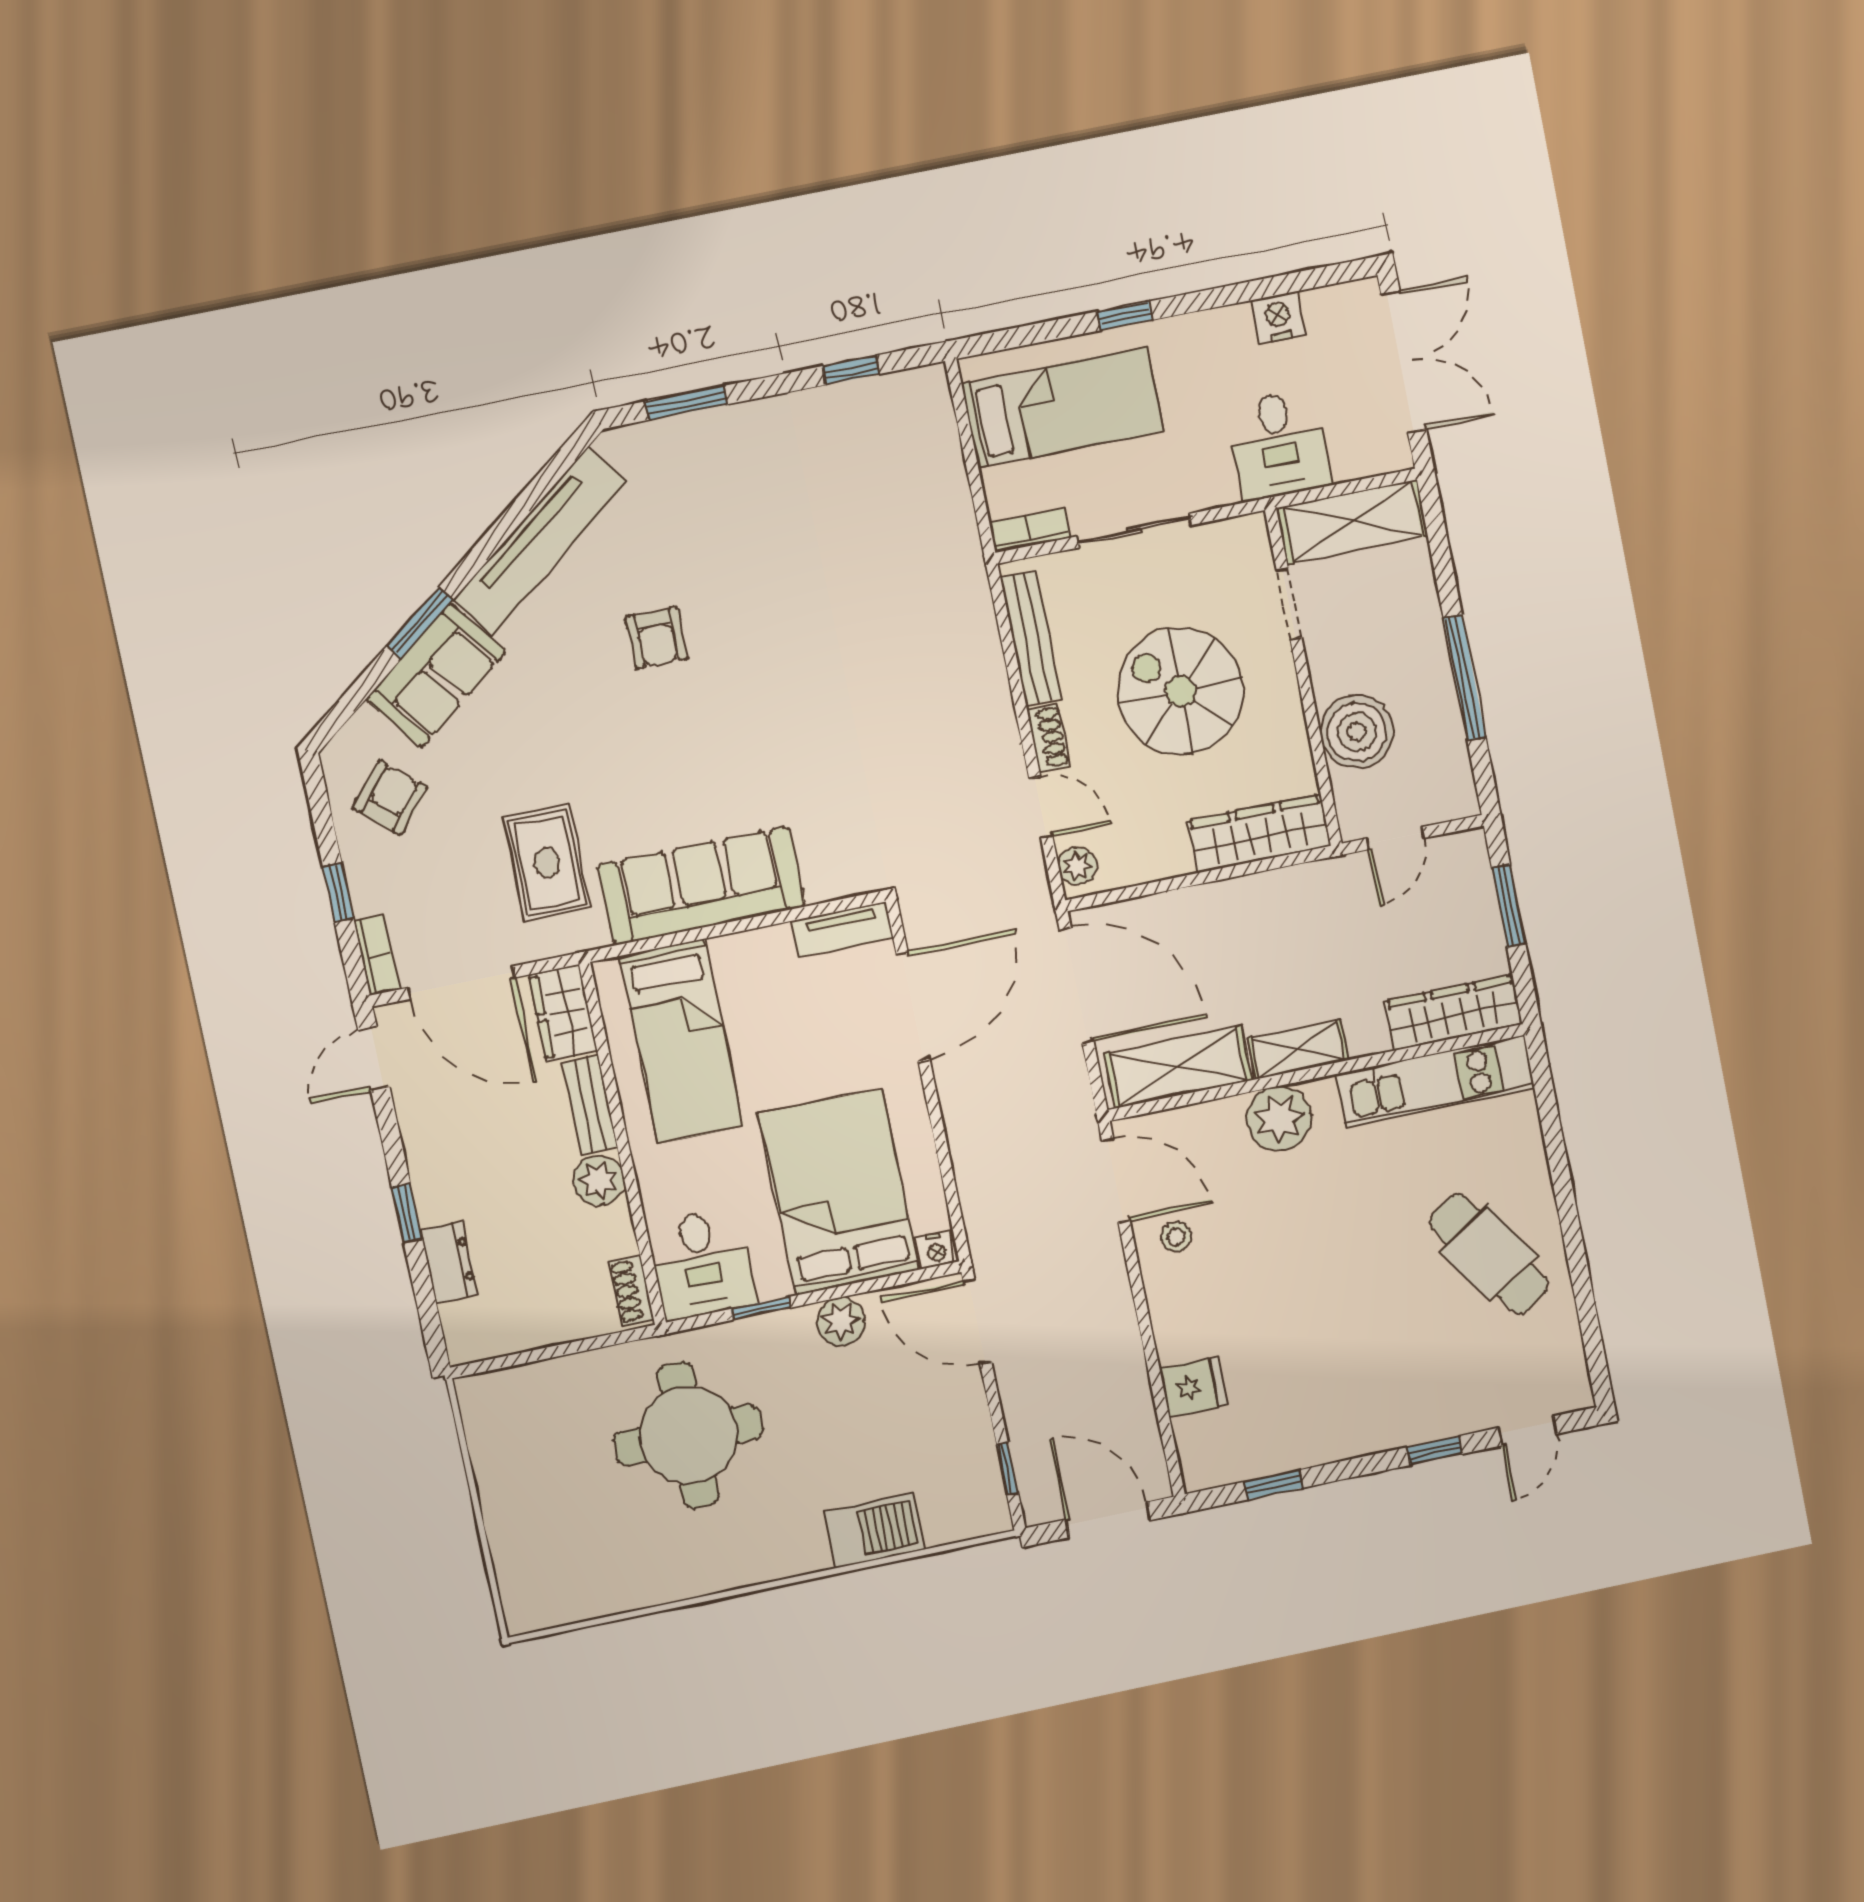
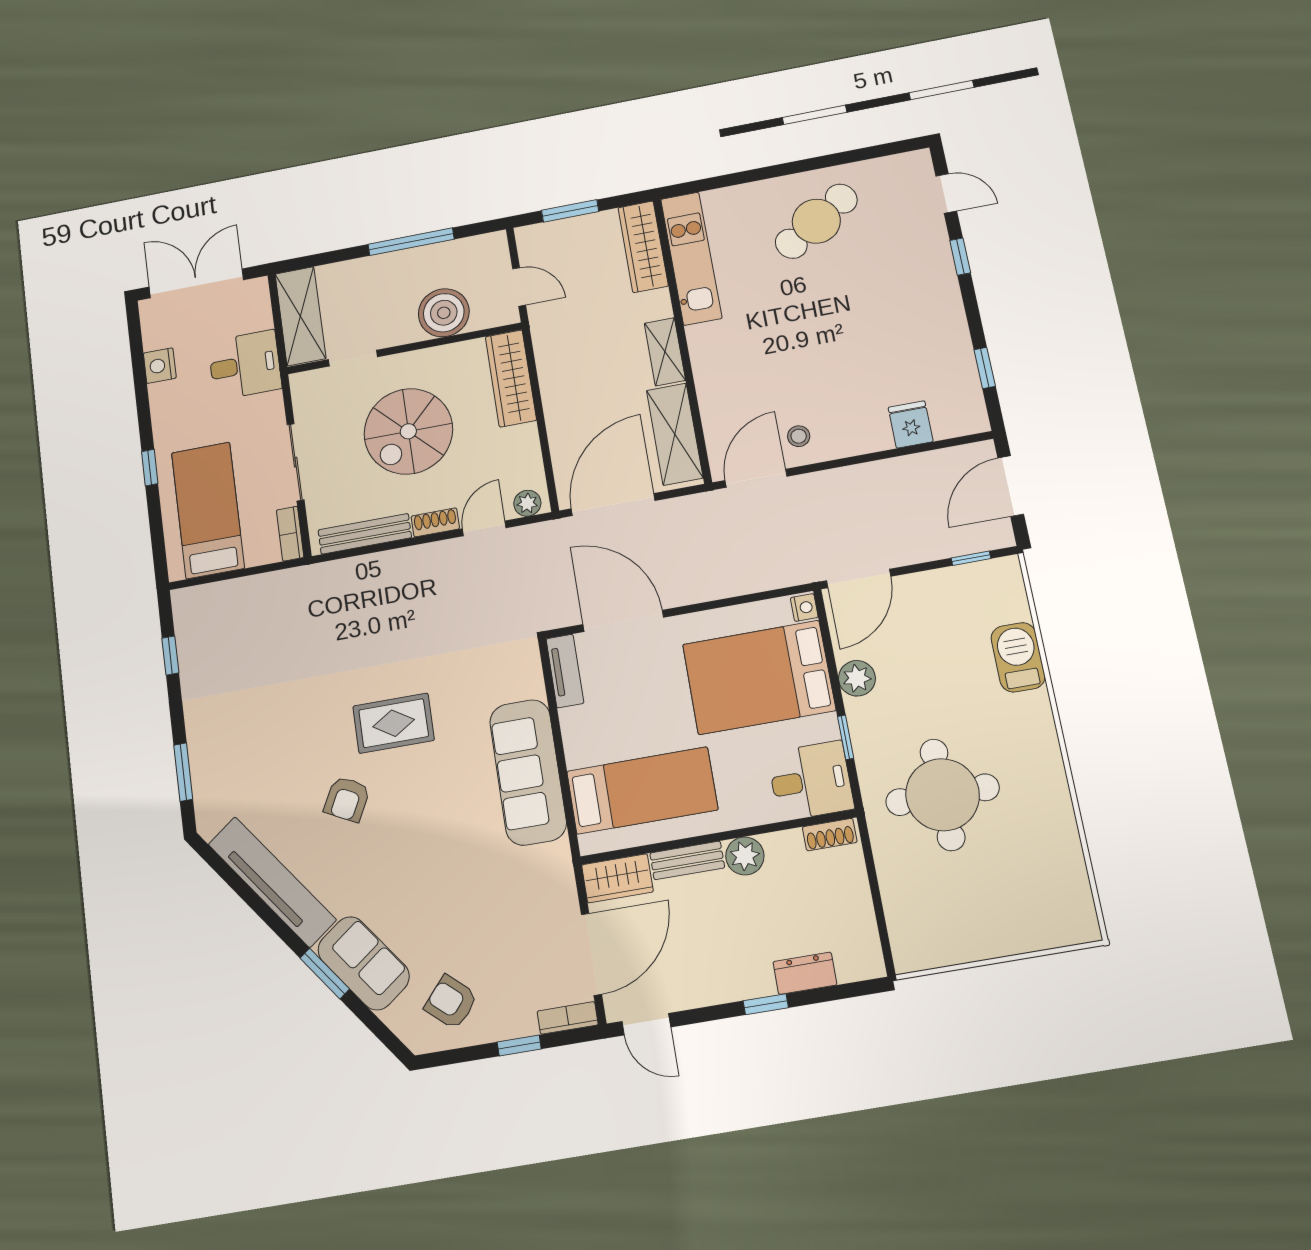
armchair: (657, 638) -> (347, 799), turned 117
rug: (547, 863) -> (394, 723), moved
plant: (1279, 1118) -> (714, 365), removed

